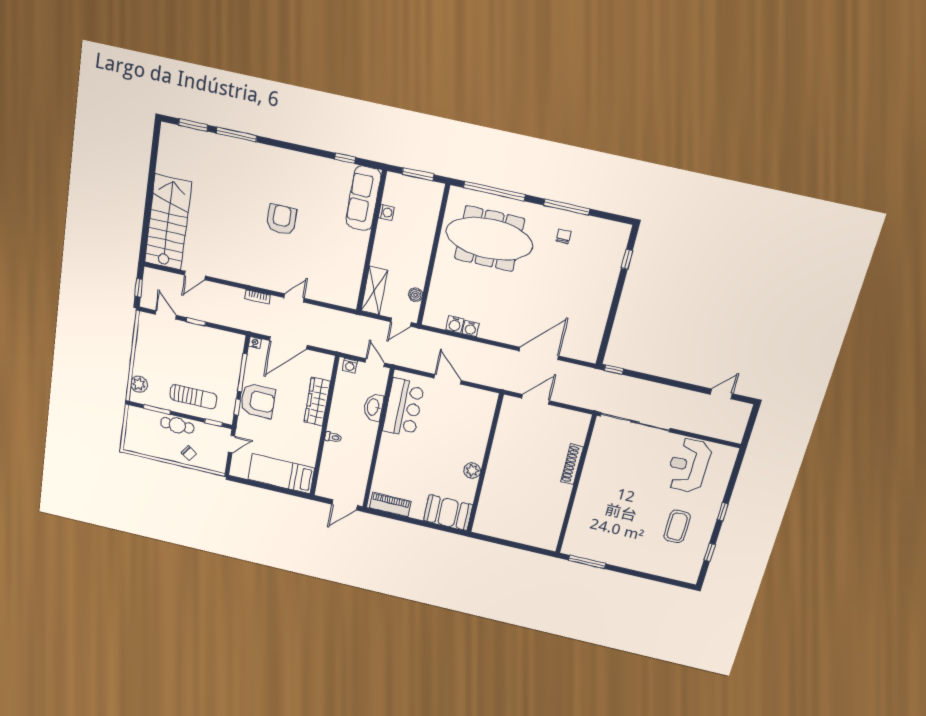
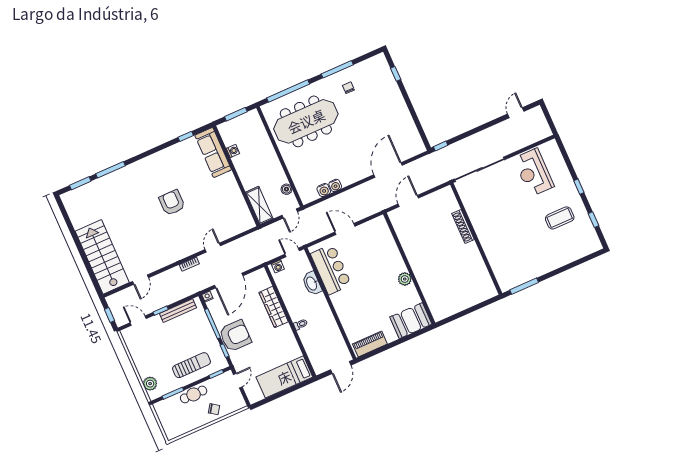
bench: (214, 335) -> (178, 311), added
coffee table: (677, 527) -> (560, 218), turned 90

